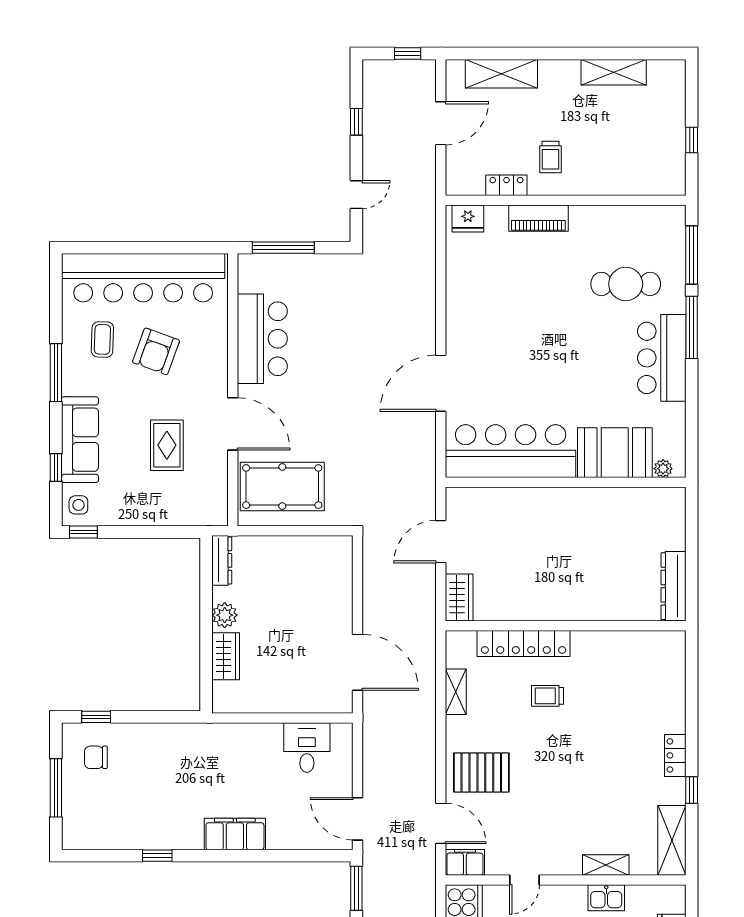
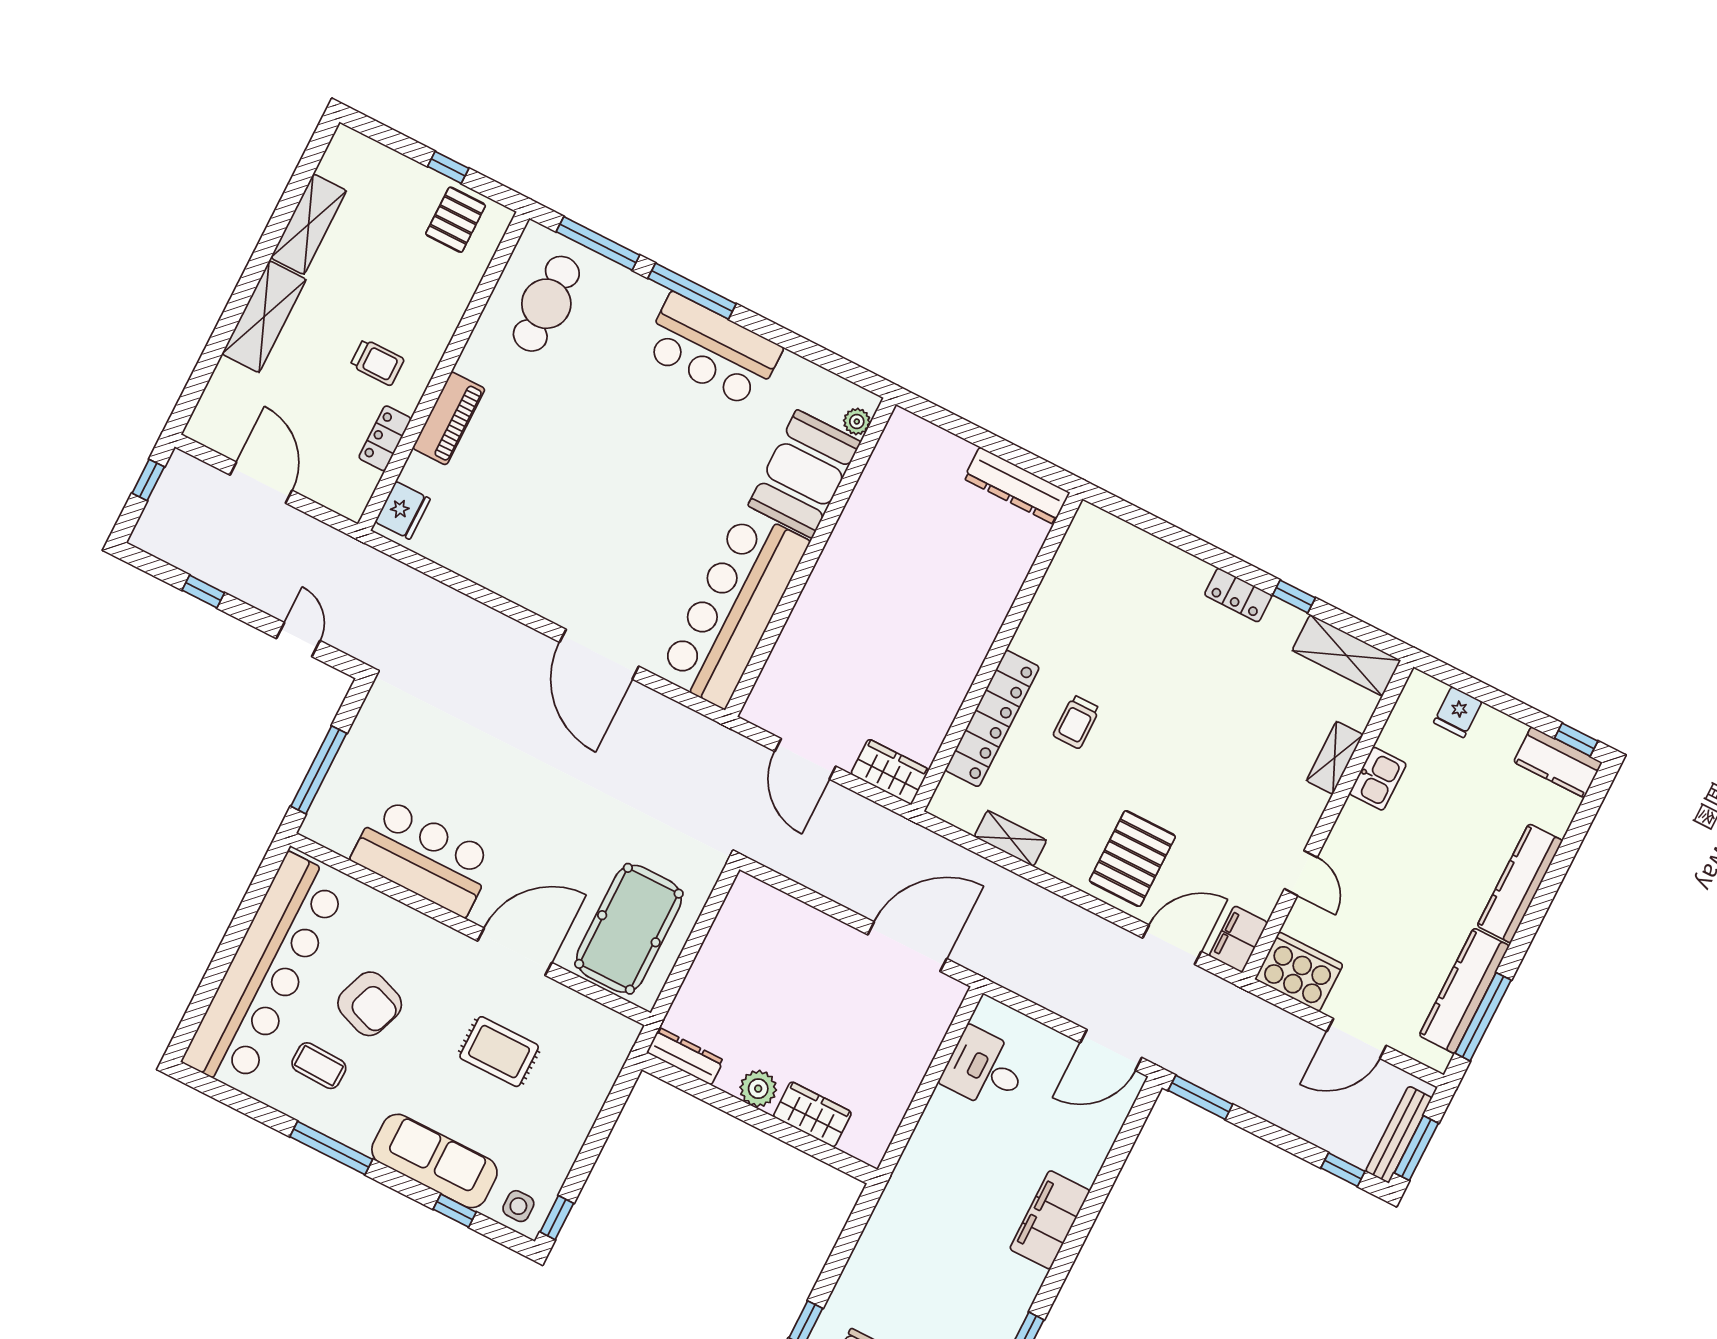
shelving: (501, 74) -> (264, 317), moved
pallet: (662, 161) -> (456, 220), added
cafe table: (626, 284) -> (546, 304), moved

